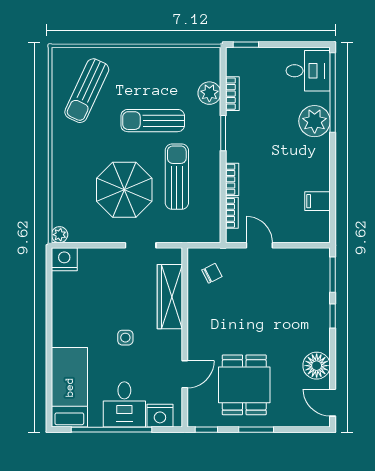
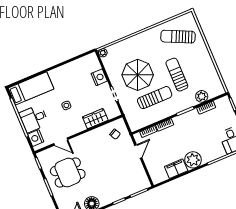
plant: (315, 121) -> (193, 160), moved
filing cabinet: (317, 201) -> (176, 169), width x2.00
nightstand: (64, 259) -> (99, 77), moved
wardrobe: (170, 297) -> (95, 119), width x0.67

